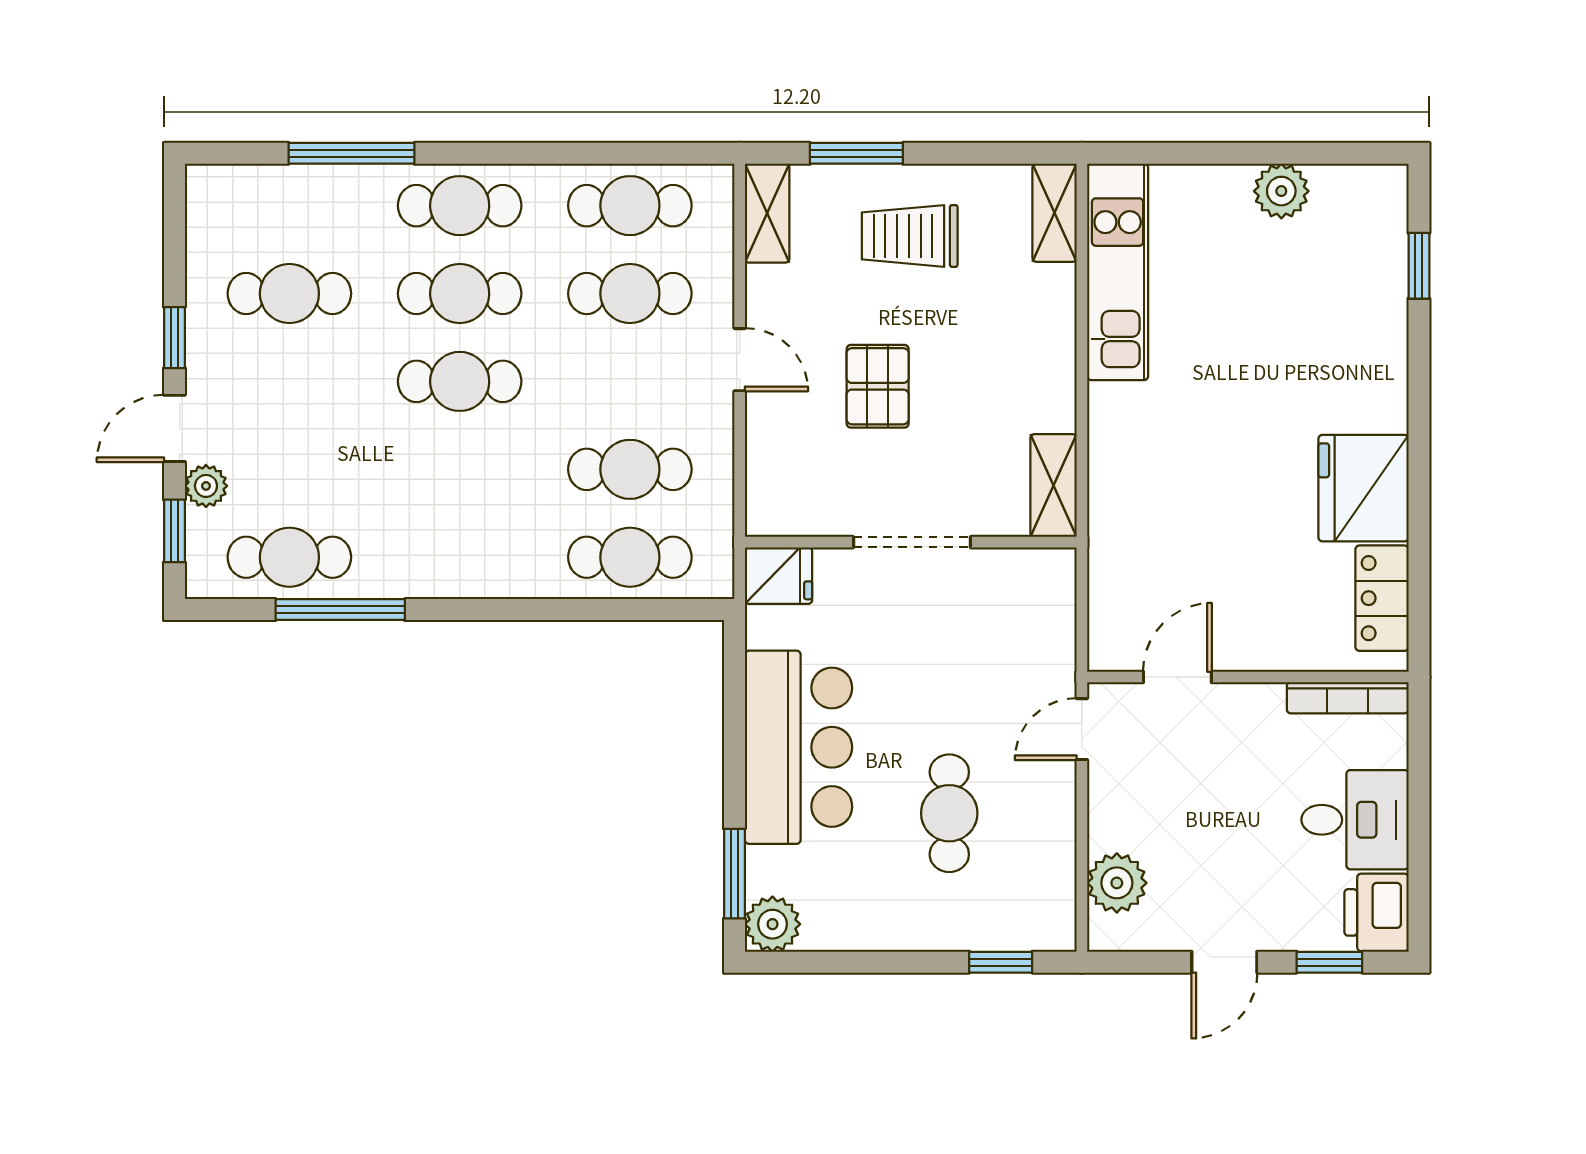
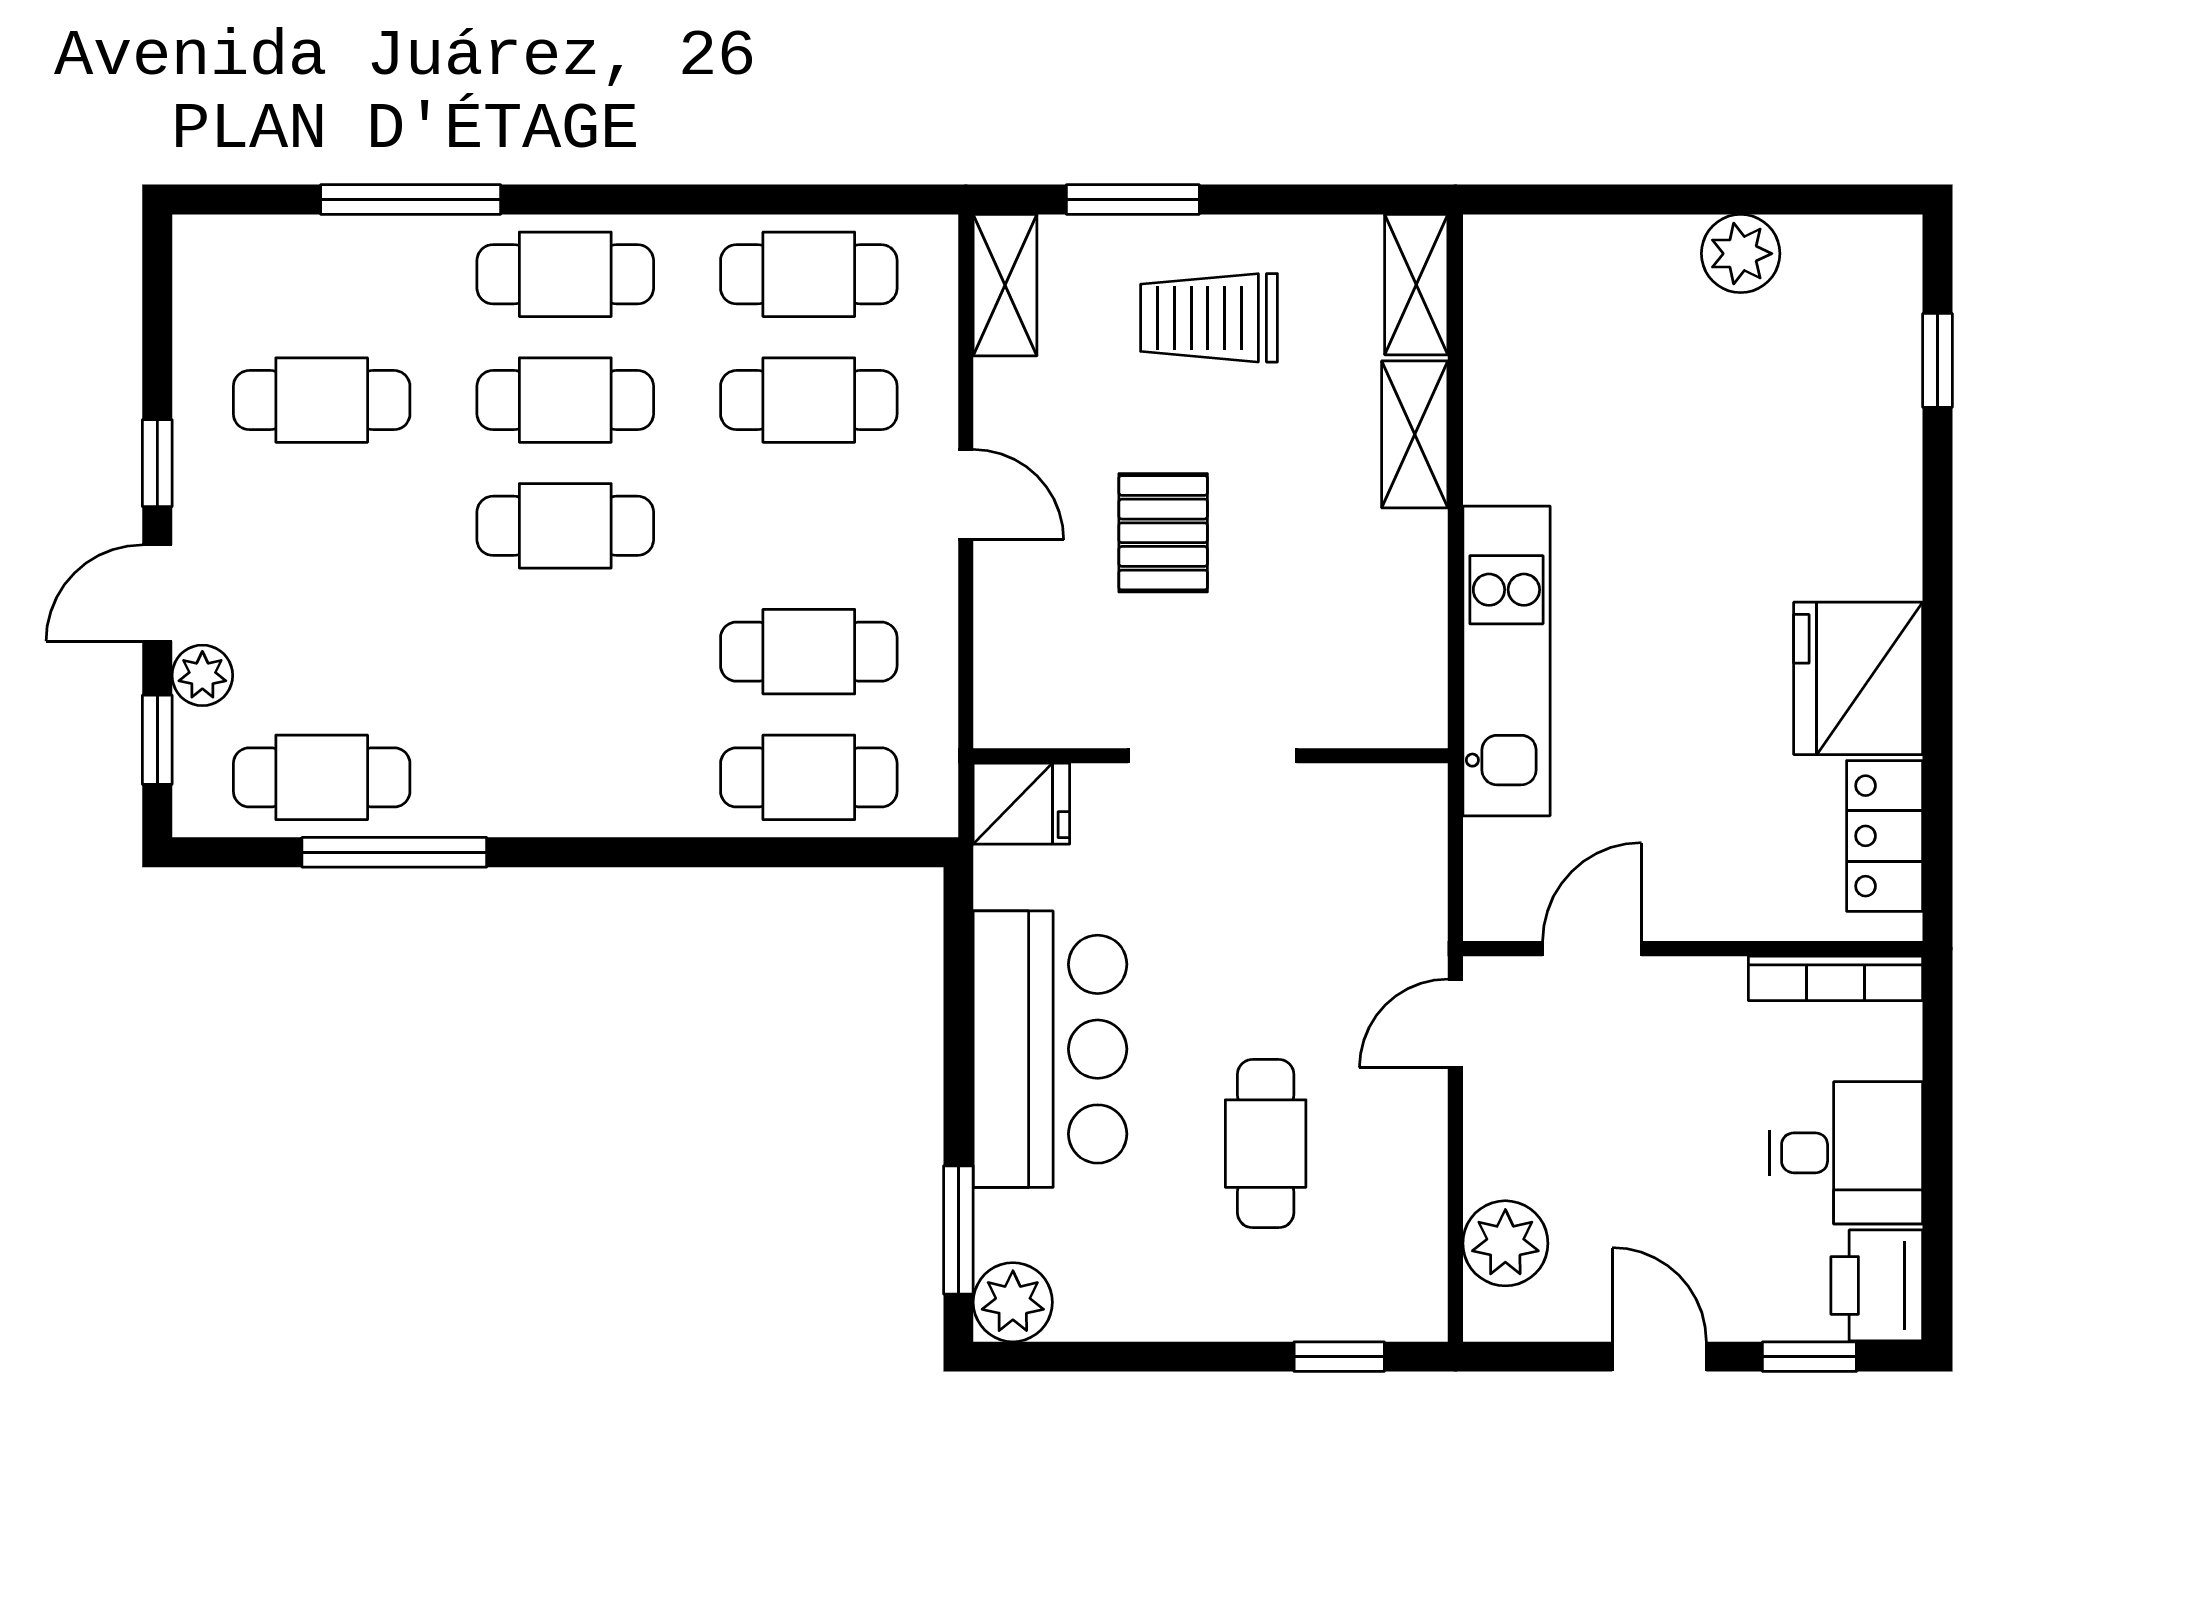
kitchen unit: (1118, 272) -> (1506, 661), moved
shelving: (1054, 486) -> (1415, 434), moved
door: (1224, 962) -> (1659, 1357), swing flipped

